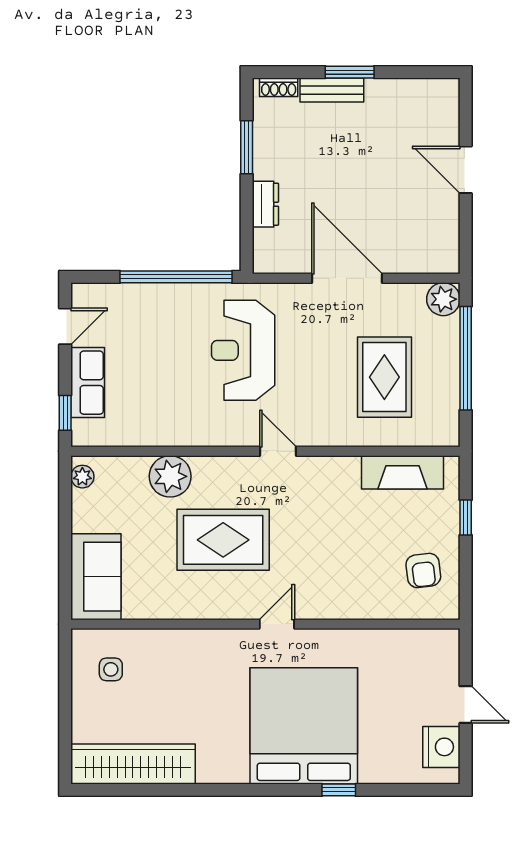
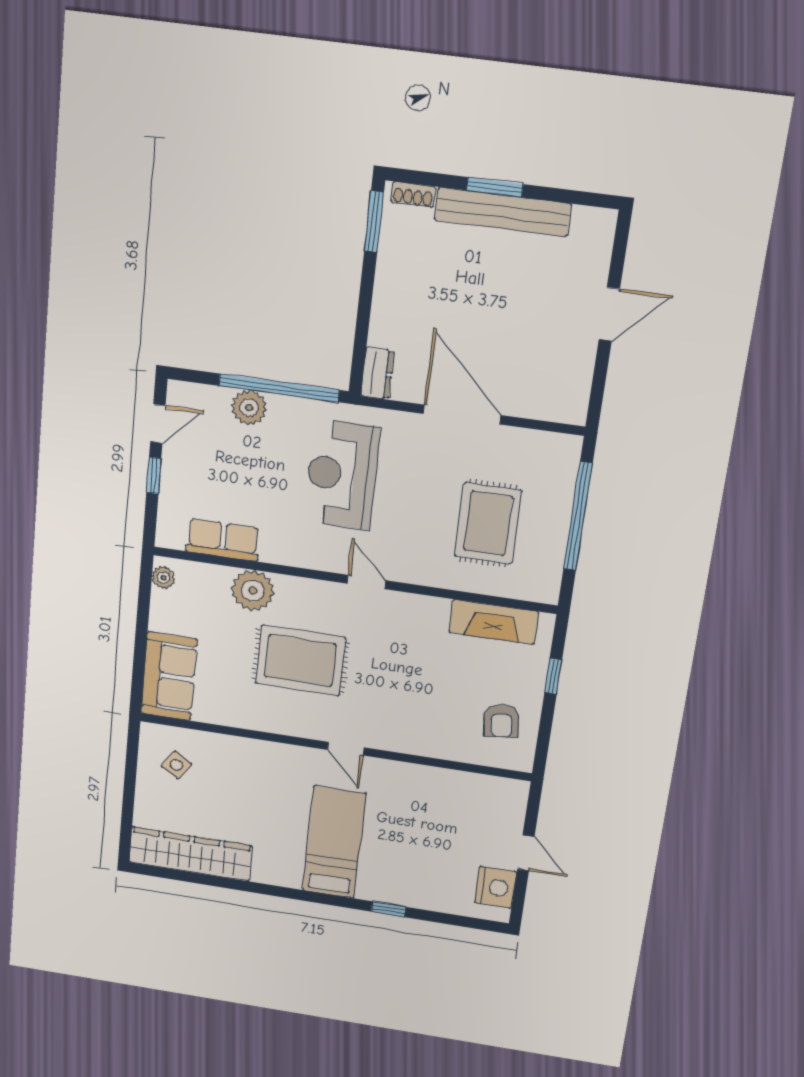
bench: (332, 90) -> (503, 212), width x1.86, depth x1.21
window: (247, 147) -> (374, 221), moved
door: (466, 170) -> (609, 314), swing flipped
dresser: (265, 204) -> (377, 373), moved
plant: (443, 299) -> (249, 408), moved
row of seats: (88, 383) -> (223, 540), moved, turned -90
window: (65, 413) -> (154, 476), moved
door: (277, 624) -> (346, 749), swing flipped
side table: (111, 669) -> (176, 765), turned 33
bed: (304, 726) -> (334, 842), width x0.49

